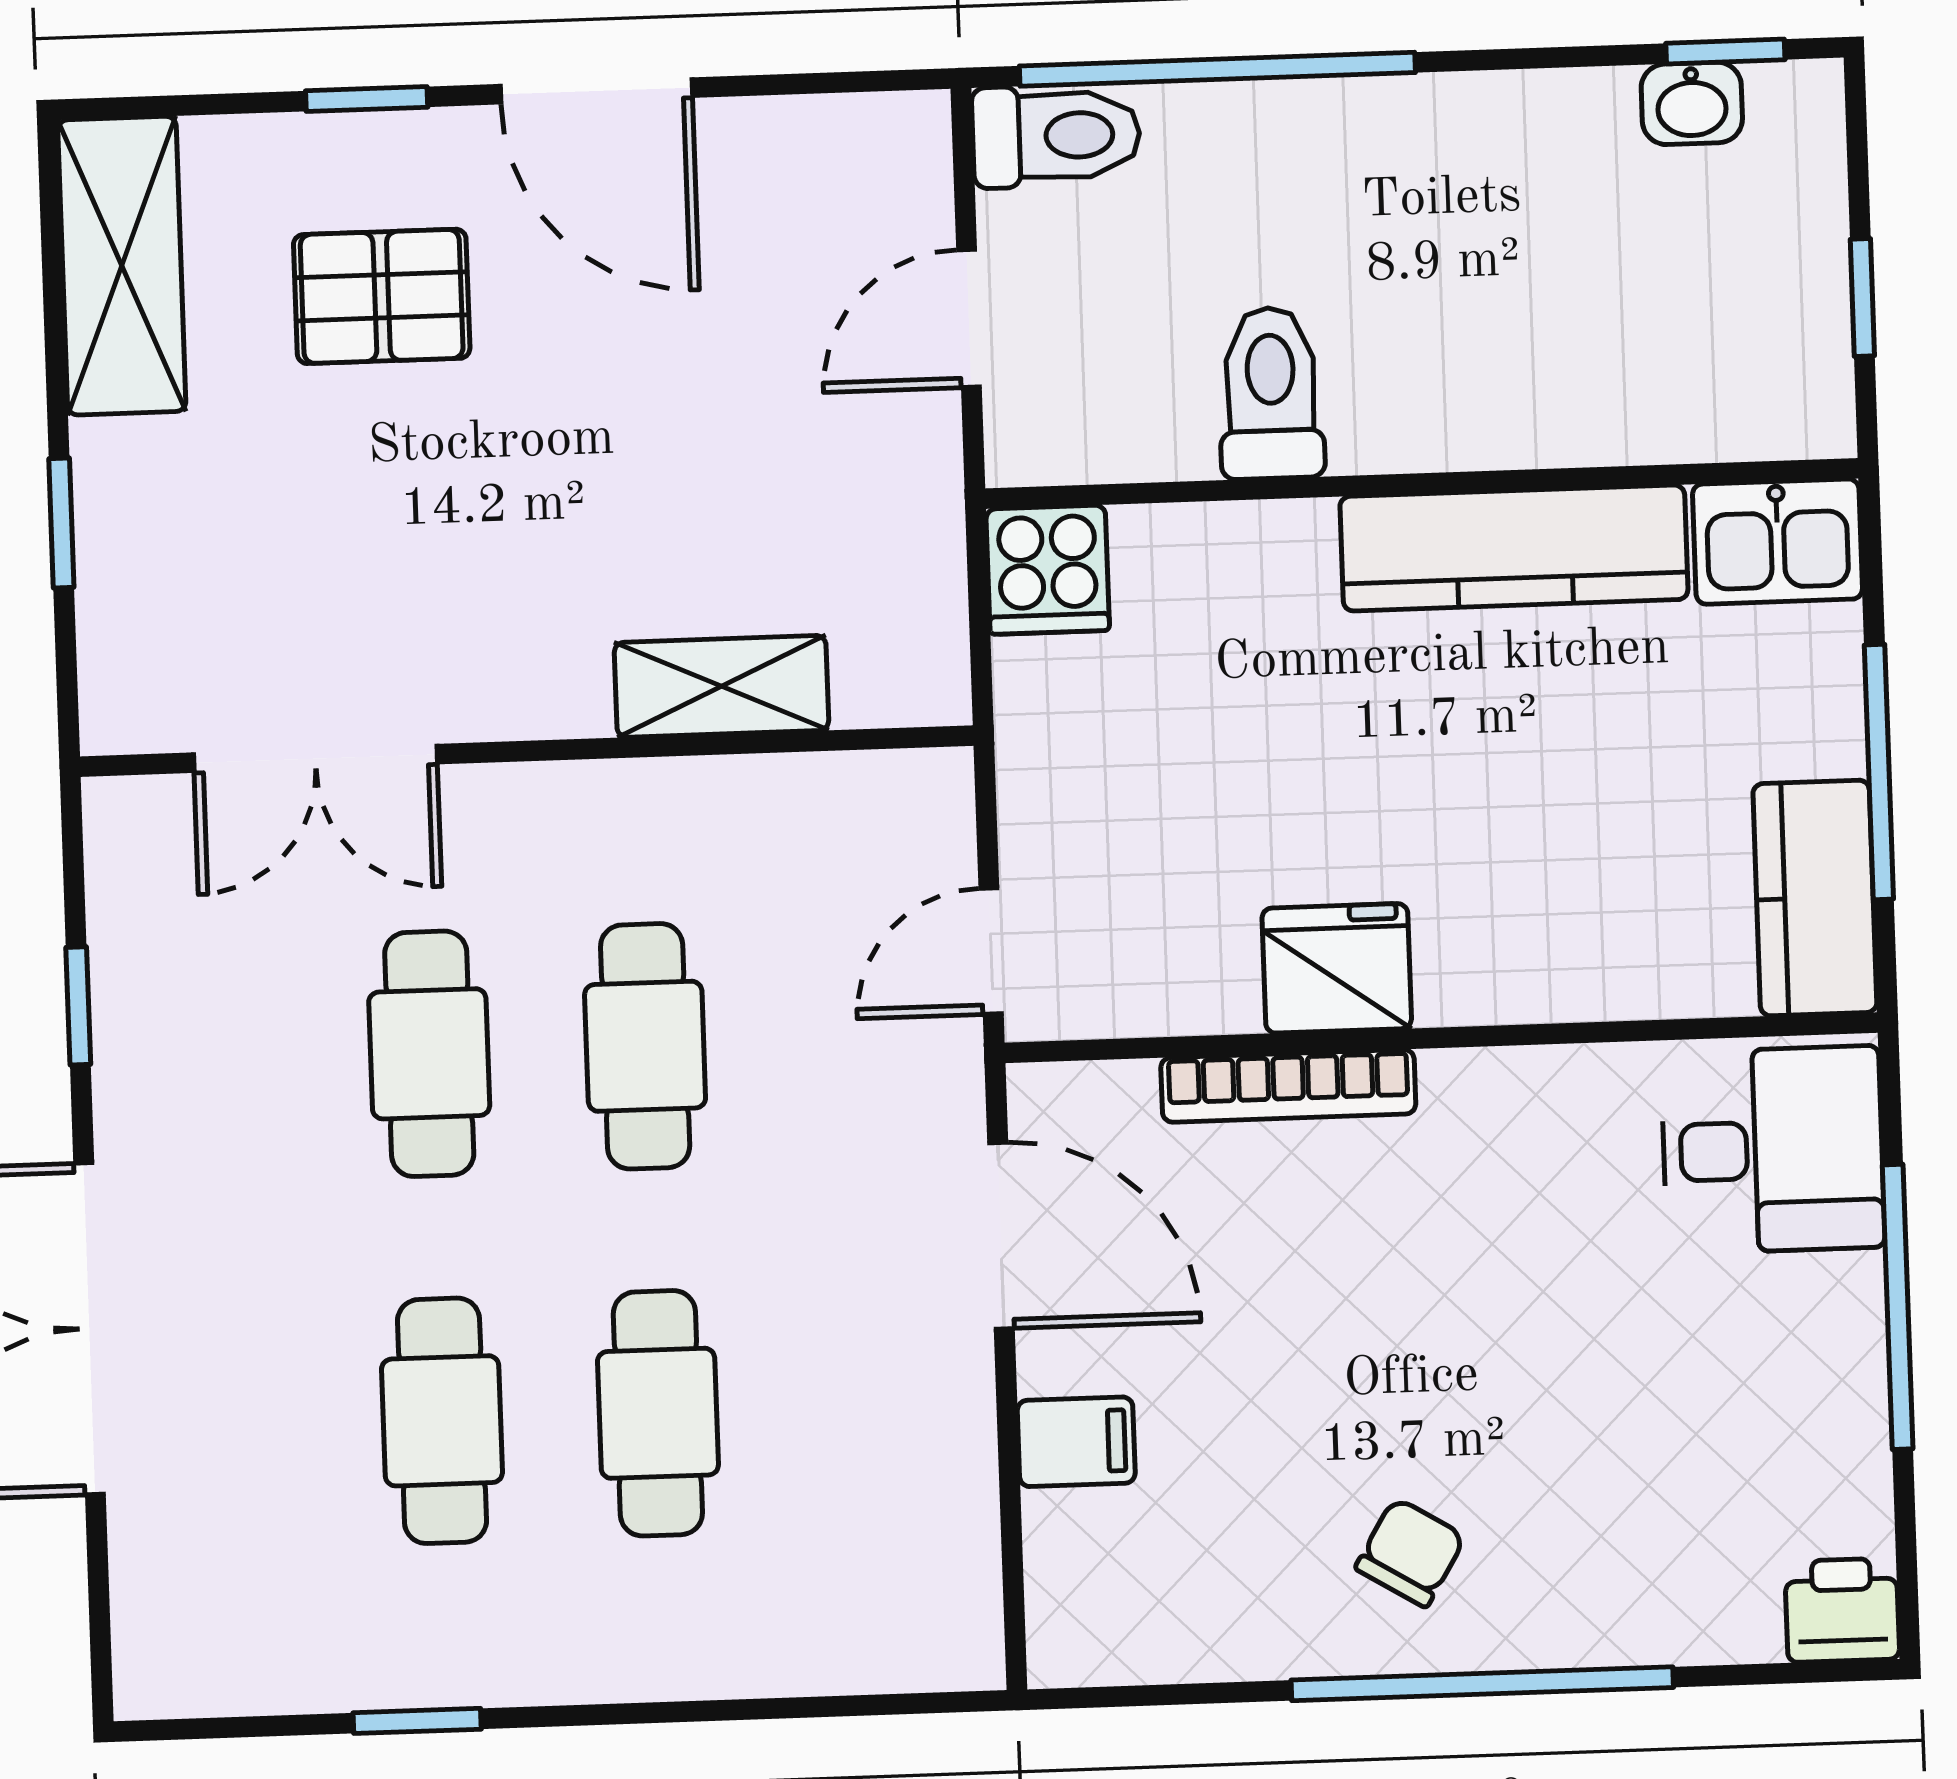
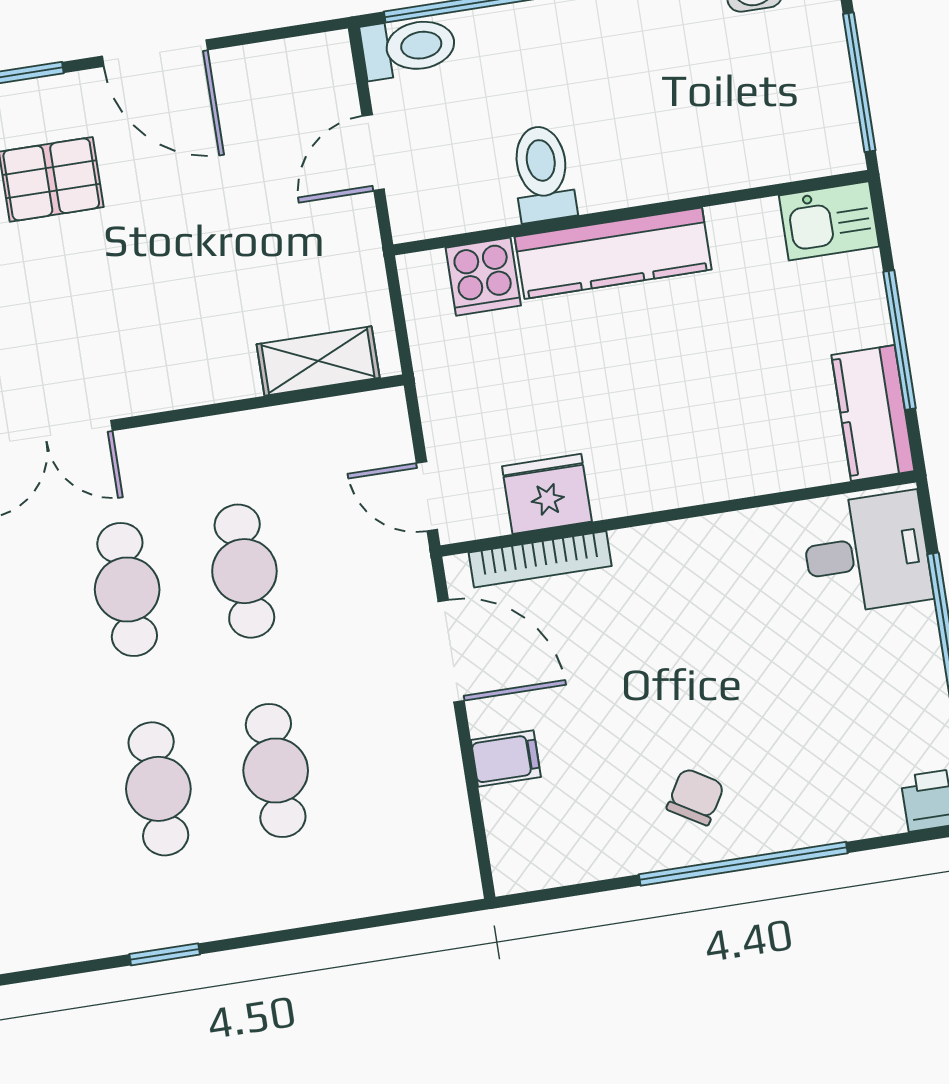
window: (1862, 298) -> (859, 82), width x2.17
kitchen counter: (1514, 548) -> (613, 253), moved
cooker: (1048, 570) -> (483, 277), moved
shelving: (722, 686) -> (318, 361), moved
door: (991, 951) -> (427, 496), hinge flipped
fridge: (1337, 968) -> (547, 494), moved
bookcase: (1288, 1086) -> (540, 559), moved

